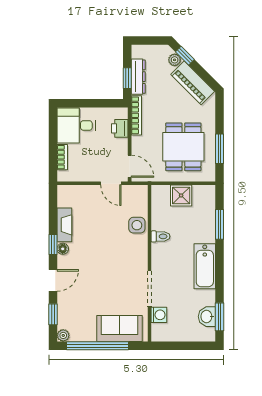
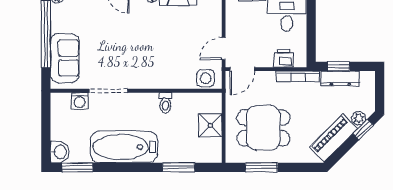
side table: (137, 225) -> (205, 78), moved
bathtub: (205, 266) -> (124, 147), width x1.36, depth x1.36
washbasin: (207, 317) -> (60, 152), moved, turned 90

